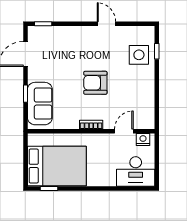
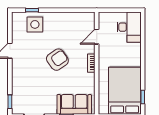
armchair: (95, 83) -> (57, 60), turned -125
door: (124, 131) -> (97, 37), hinge flipped
nightstand: (143, 140) -> (103, 21), removed

